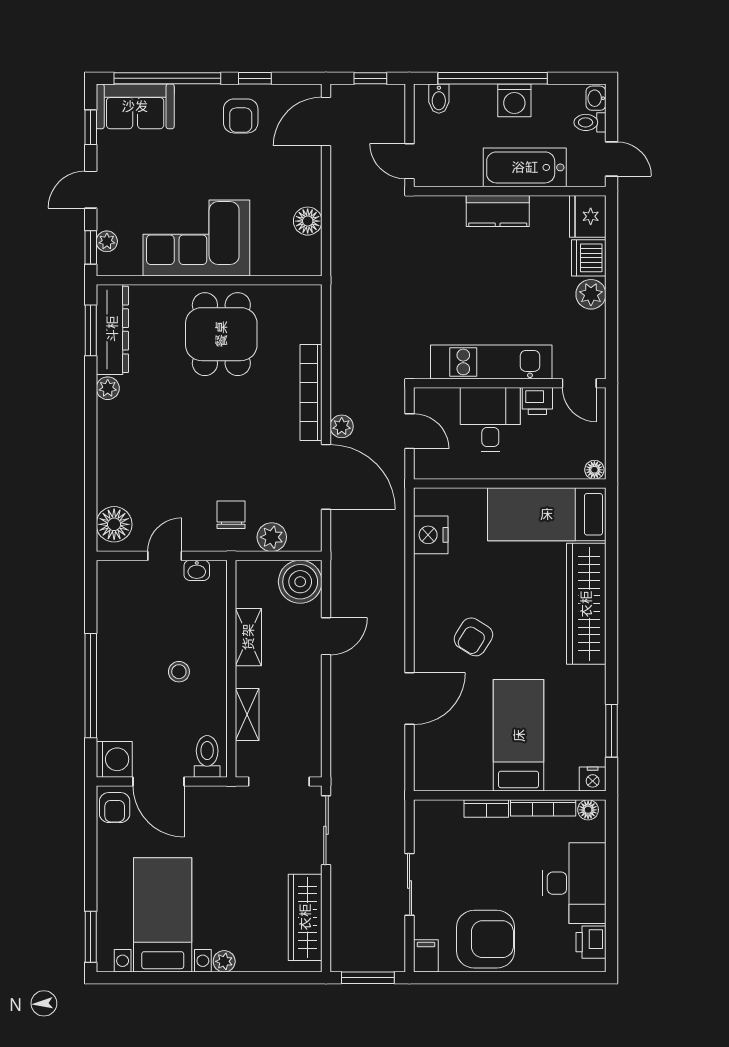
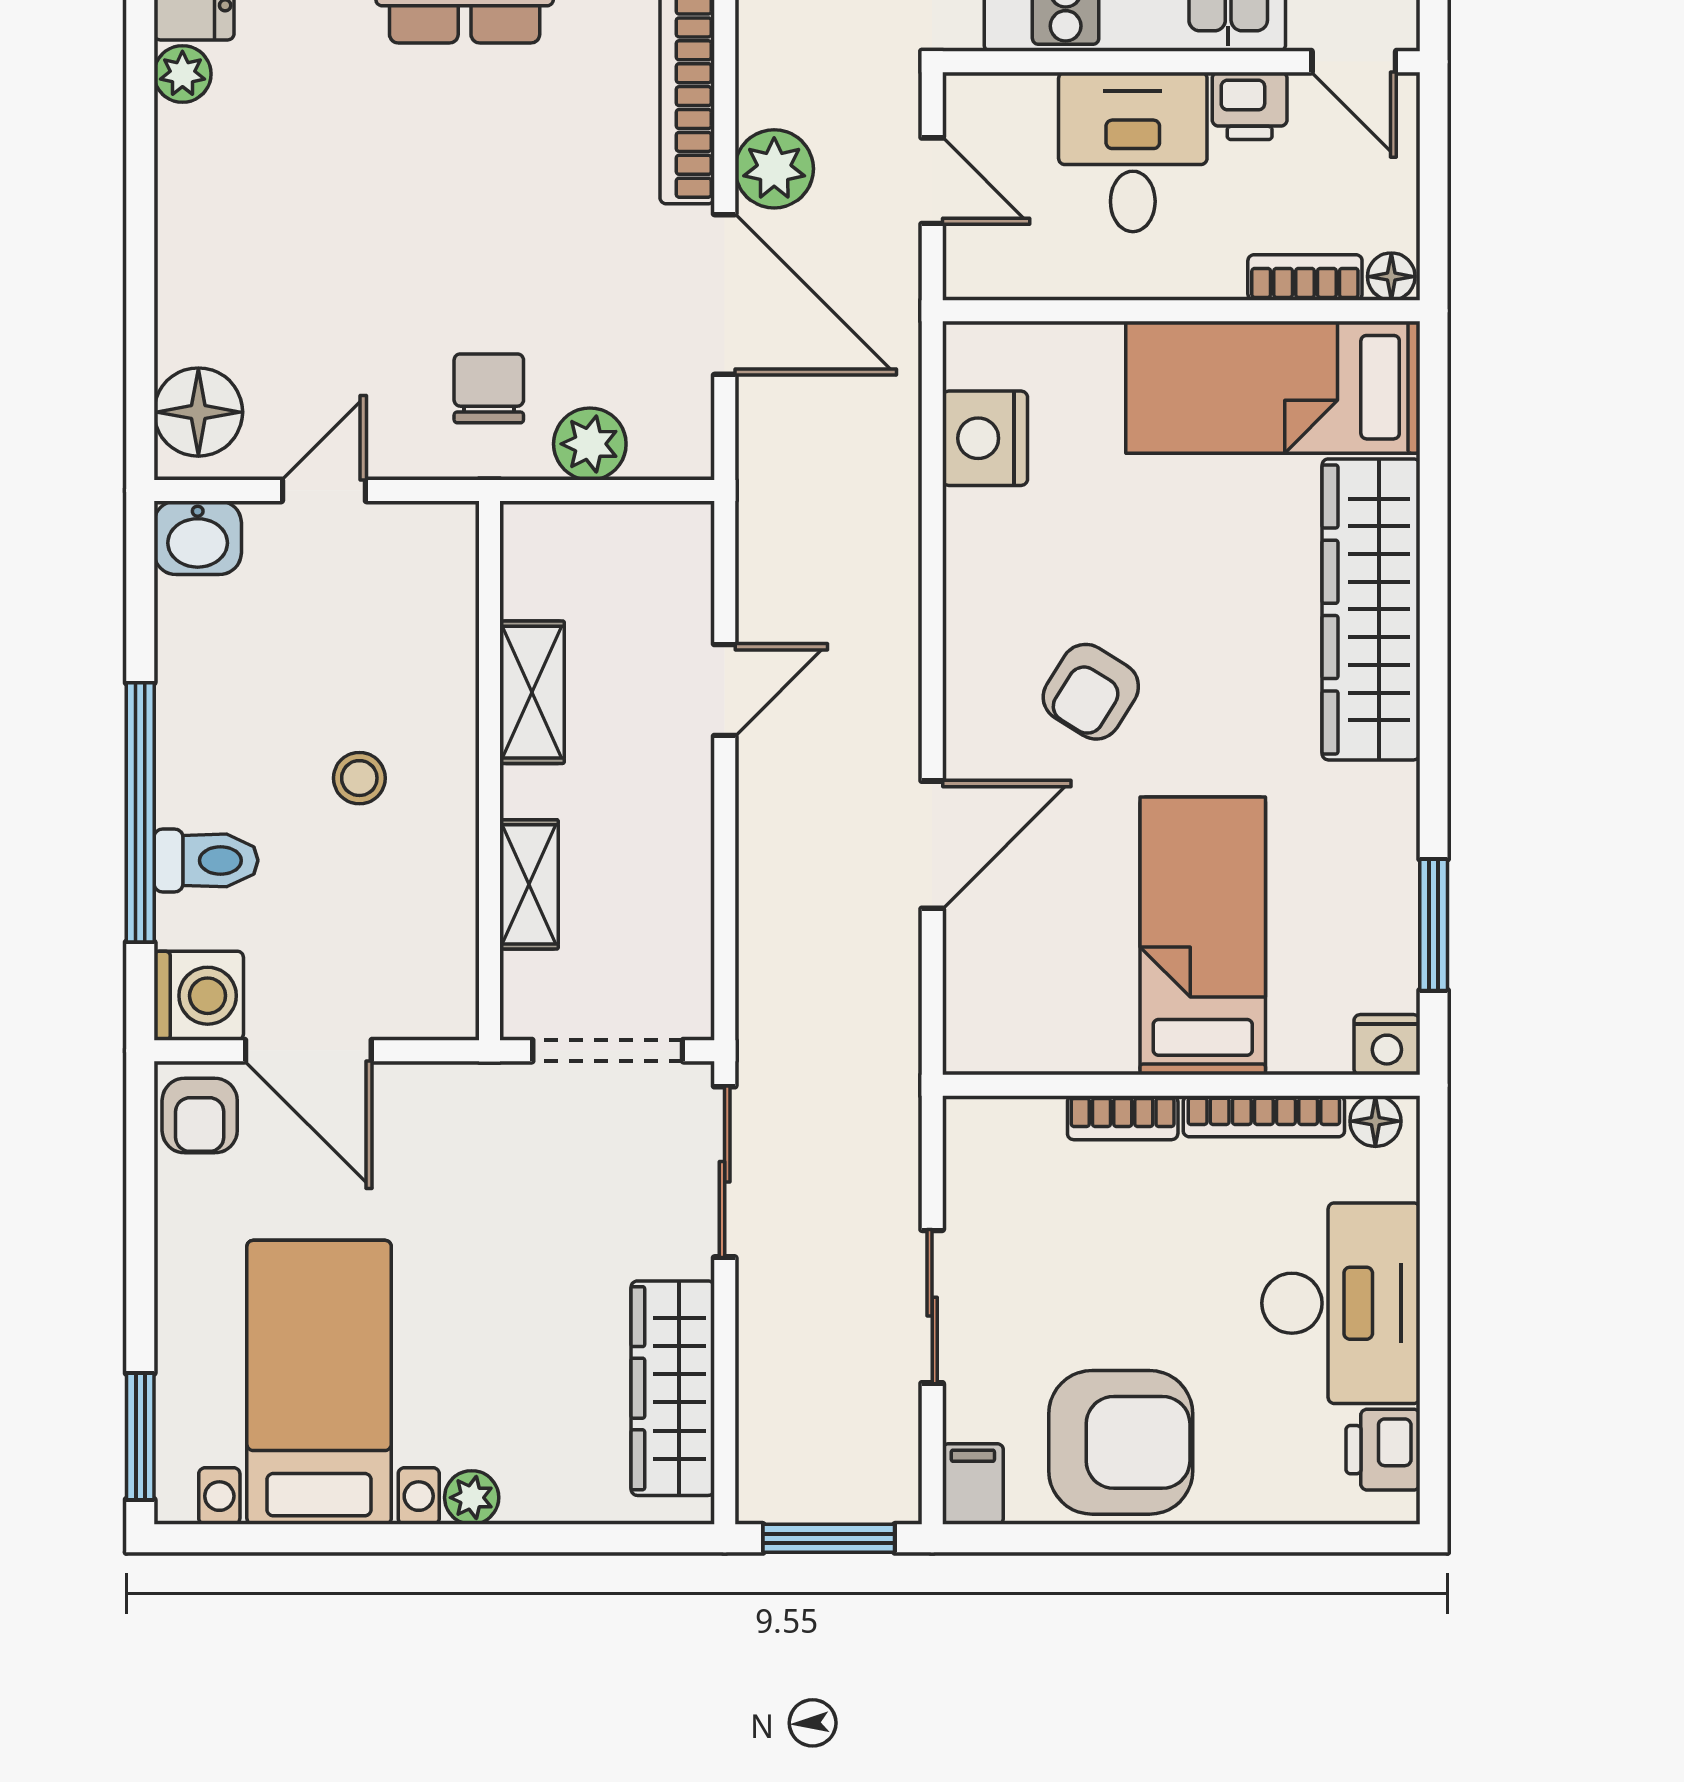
plant: (342, 426) -> (774, 169), width x1.38, depth x1.38
bookcase: (560, 470) -> (1305, 277), added
washbasin: (197, 570) -> (198, 538), moved, width x1.38, depth x1.45
boiler: (300, 582) -> (660, 555), removed
toilet: (207, 756) -> (206, 860), moved, turned 90

